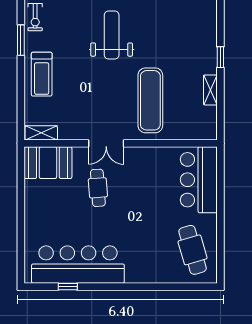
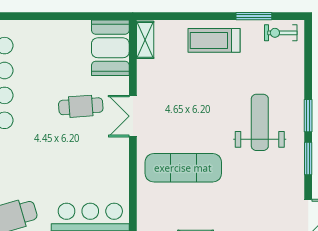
weight bench: (112, 35) -> (260, 122), turned -90

